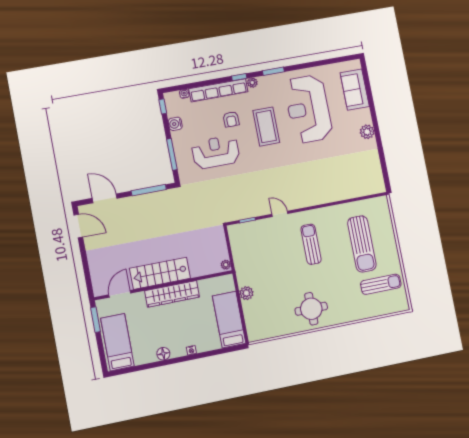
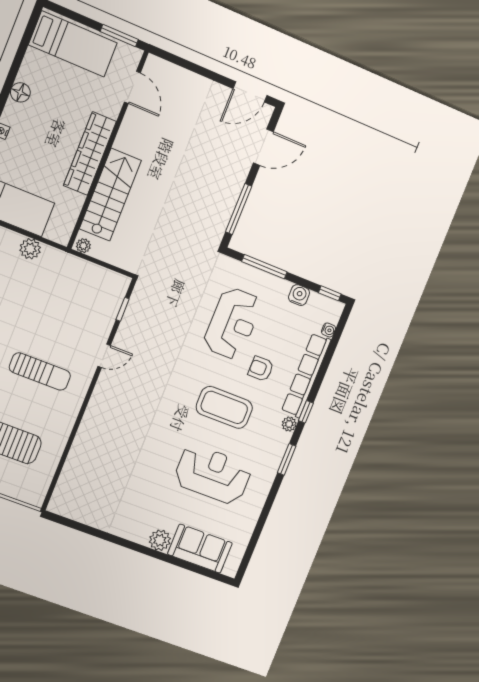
reception desk: (308, 109) -> (213, 474), width x0.74, depth x0.77
plant: (367, 132) -> (160, 540), moved
stairs: (160, 273) -> (110, 195), moved

